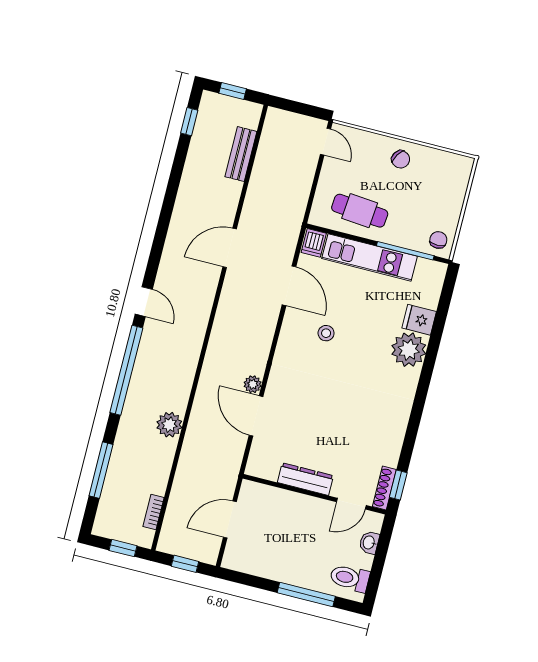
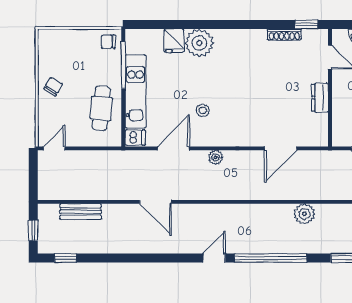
plant: (253, 384) -> (216, 157), moved
dresser: (305, 479) -> (320, 98), width x0.70
shoe rack: (384, 488) -> (284, 35), moved

